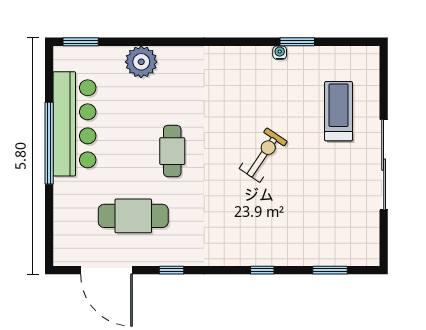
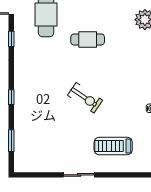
treadmill: (339, 111) -> (113, 146), turned 180
sliding door: (384, 165) -> (79, 175), width x0.54

